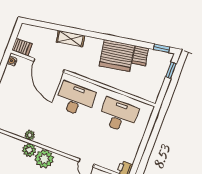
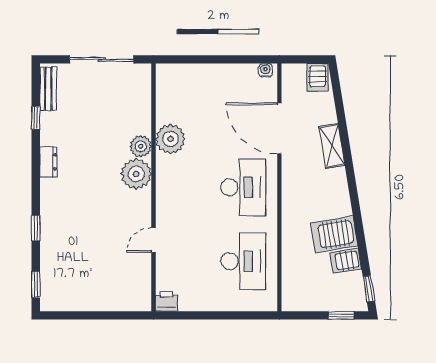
server rack: (22, 47) -> (318, 77), moved
server rack: (117, 56) -> (334, 234), width x0.63
door: (49, 65) -> (279, 128), hinge flipped
plant: (30, 135) -> (170, 139), width x1.87, depth x1.87

